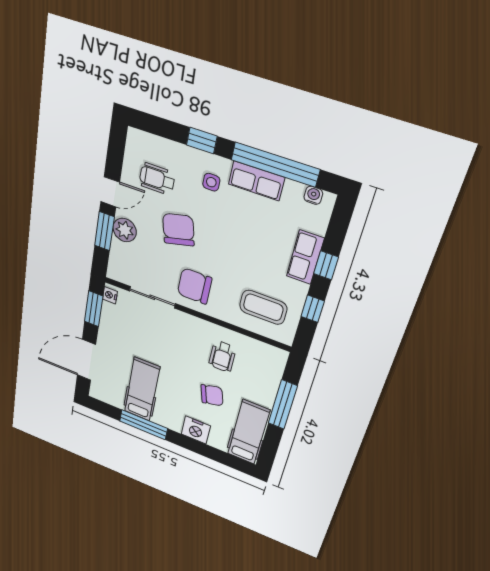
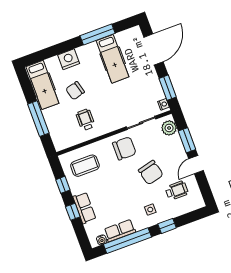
row of seats: (256, 181) -> (120, 231), moved
plant: (125, 230) -> (169, 128), moved

